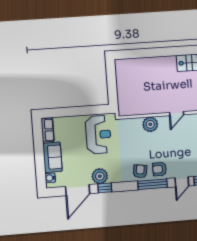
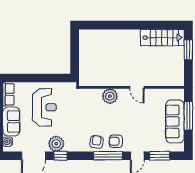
door: (177, 114) -> (137, 87), hinge flipped
reception desk: (98, 135) -> (44, 107), moved

